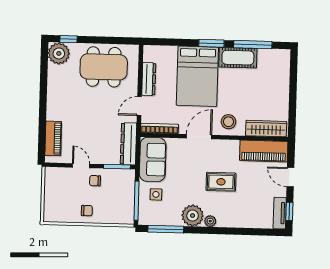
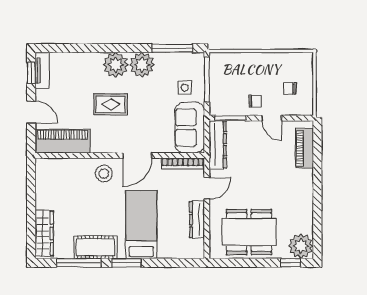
bed: (197, 76) -> (141, 225), width x0.67
wardrobe: (266, 129) -> (44, 233), moved, turned -90
chair: (87, 211) -> (290, 89), moved
plant: (210, 221) -> (116, 65), width x1.87, depth x1.87

